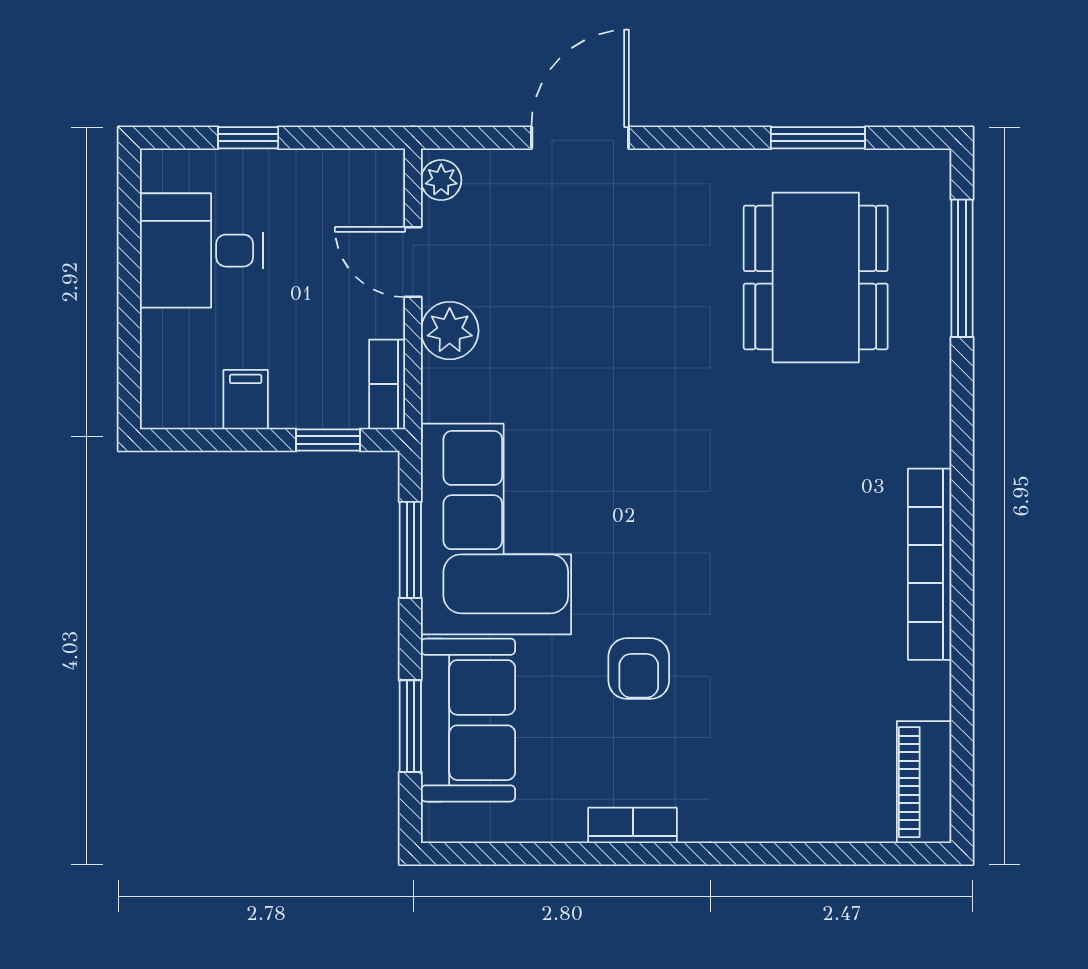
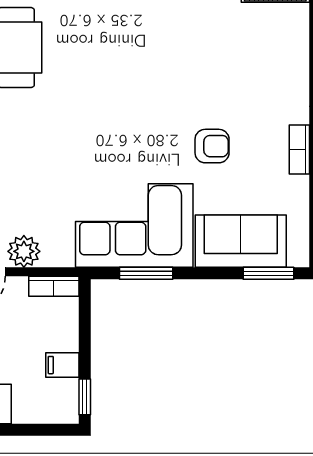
window: (328, 440) -> (85, 397), moved
window: (410, 726) -> (269, 273), moved

